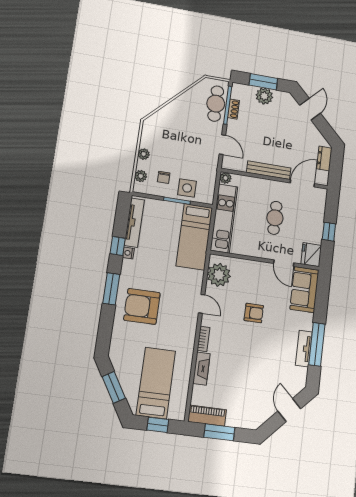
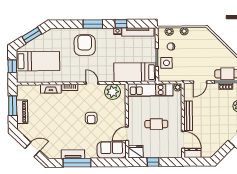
dresser: (324, 158) -> (193, 153), moved
door: (202, 304) -> (92, 83), swing flipped
piano: (207, 416) -> (22, 112), moved

